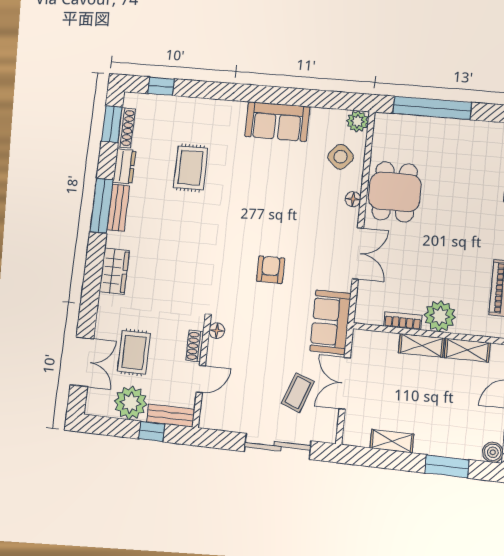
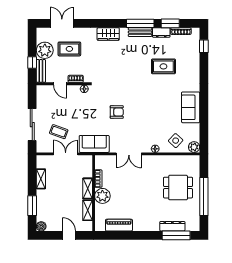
window: (432, 108) -> (204, 197), moved
window: (112, 124) -> (170, 23), moved
dining table: (395, 192) -> (178, 188), moved
double door: (82, 362) -> (62, 23), swing flipped

